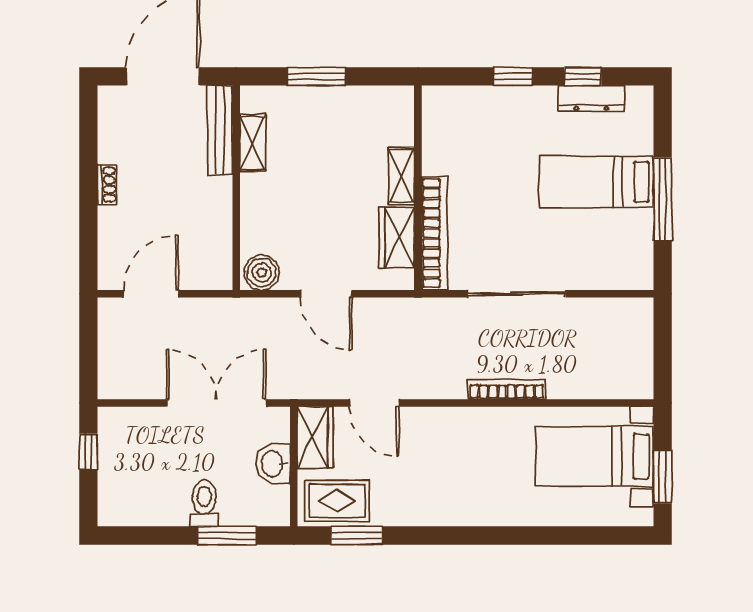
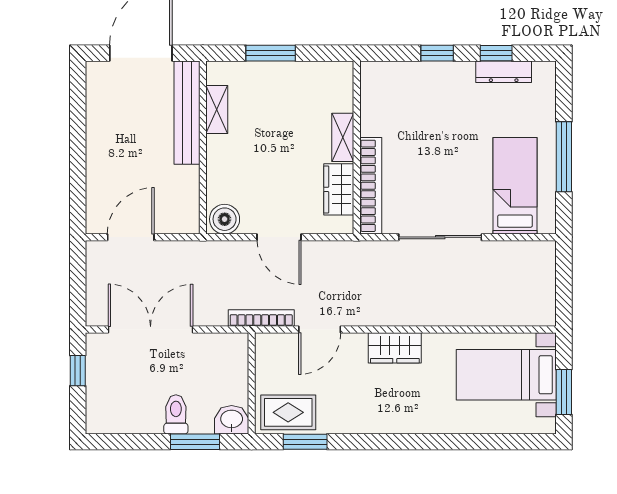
bench: (220, 130) -> (187, 113), width x1.37, depth x1.21
bed: (596, 182) -> (515, 186), moved, turned 90
shoe rack: (107, 185) -> (94, 145), removed
bookcase: (507, 389) -> (261, 318), moved
double door: (216, 403) -> (151, 329), moved
door: (374, 403) -> (320, 329), hinge flipped
wardrobe: (315, 438) -> (395, 348), moved, turned 90
washbasin: (273, 464) -> (232, 420), moved, turned 90

